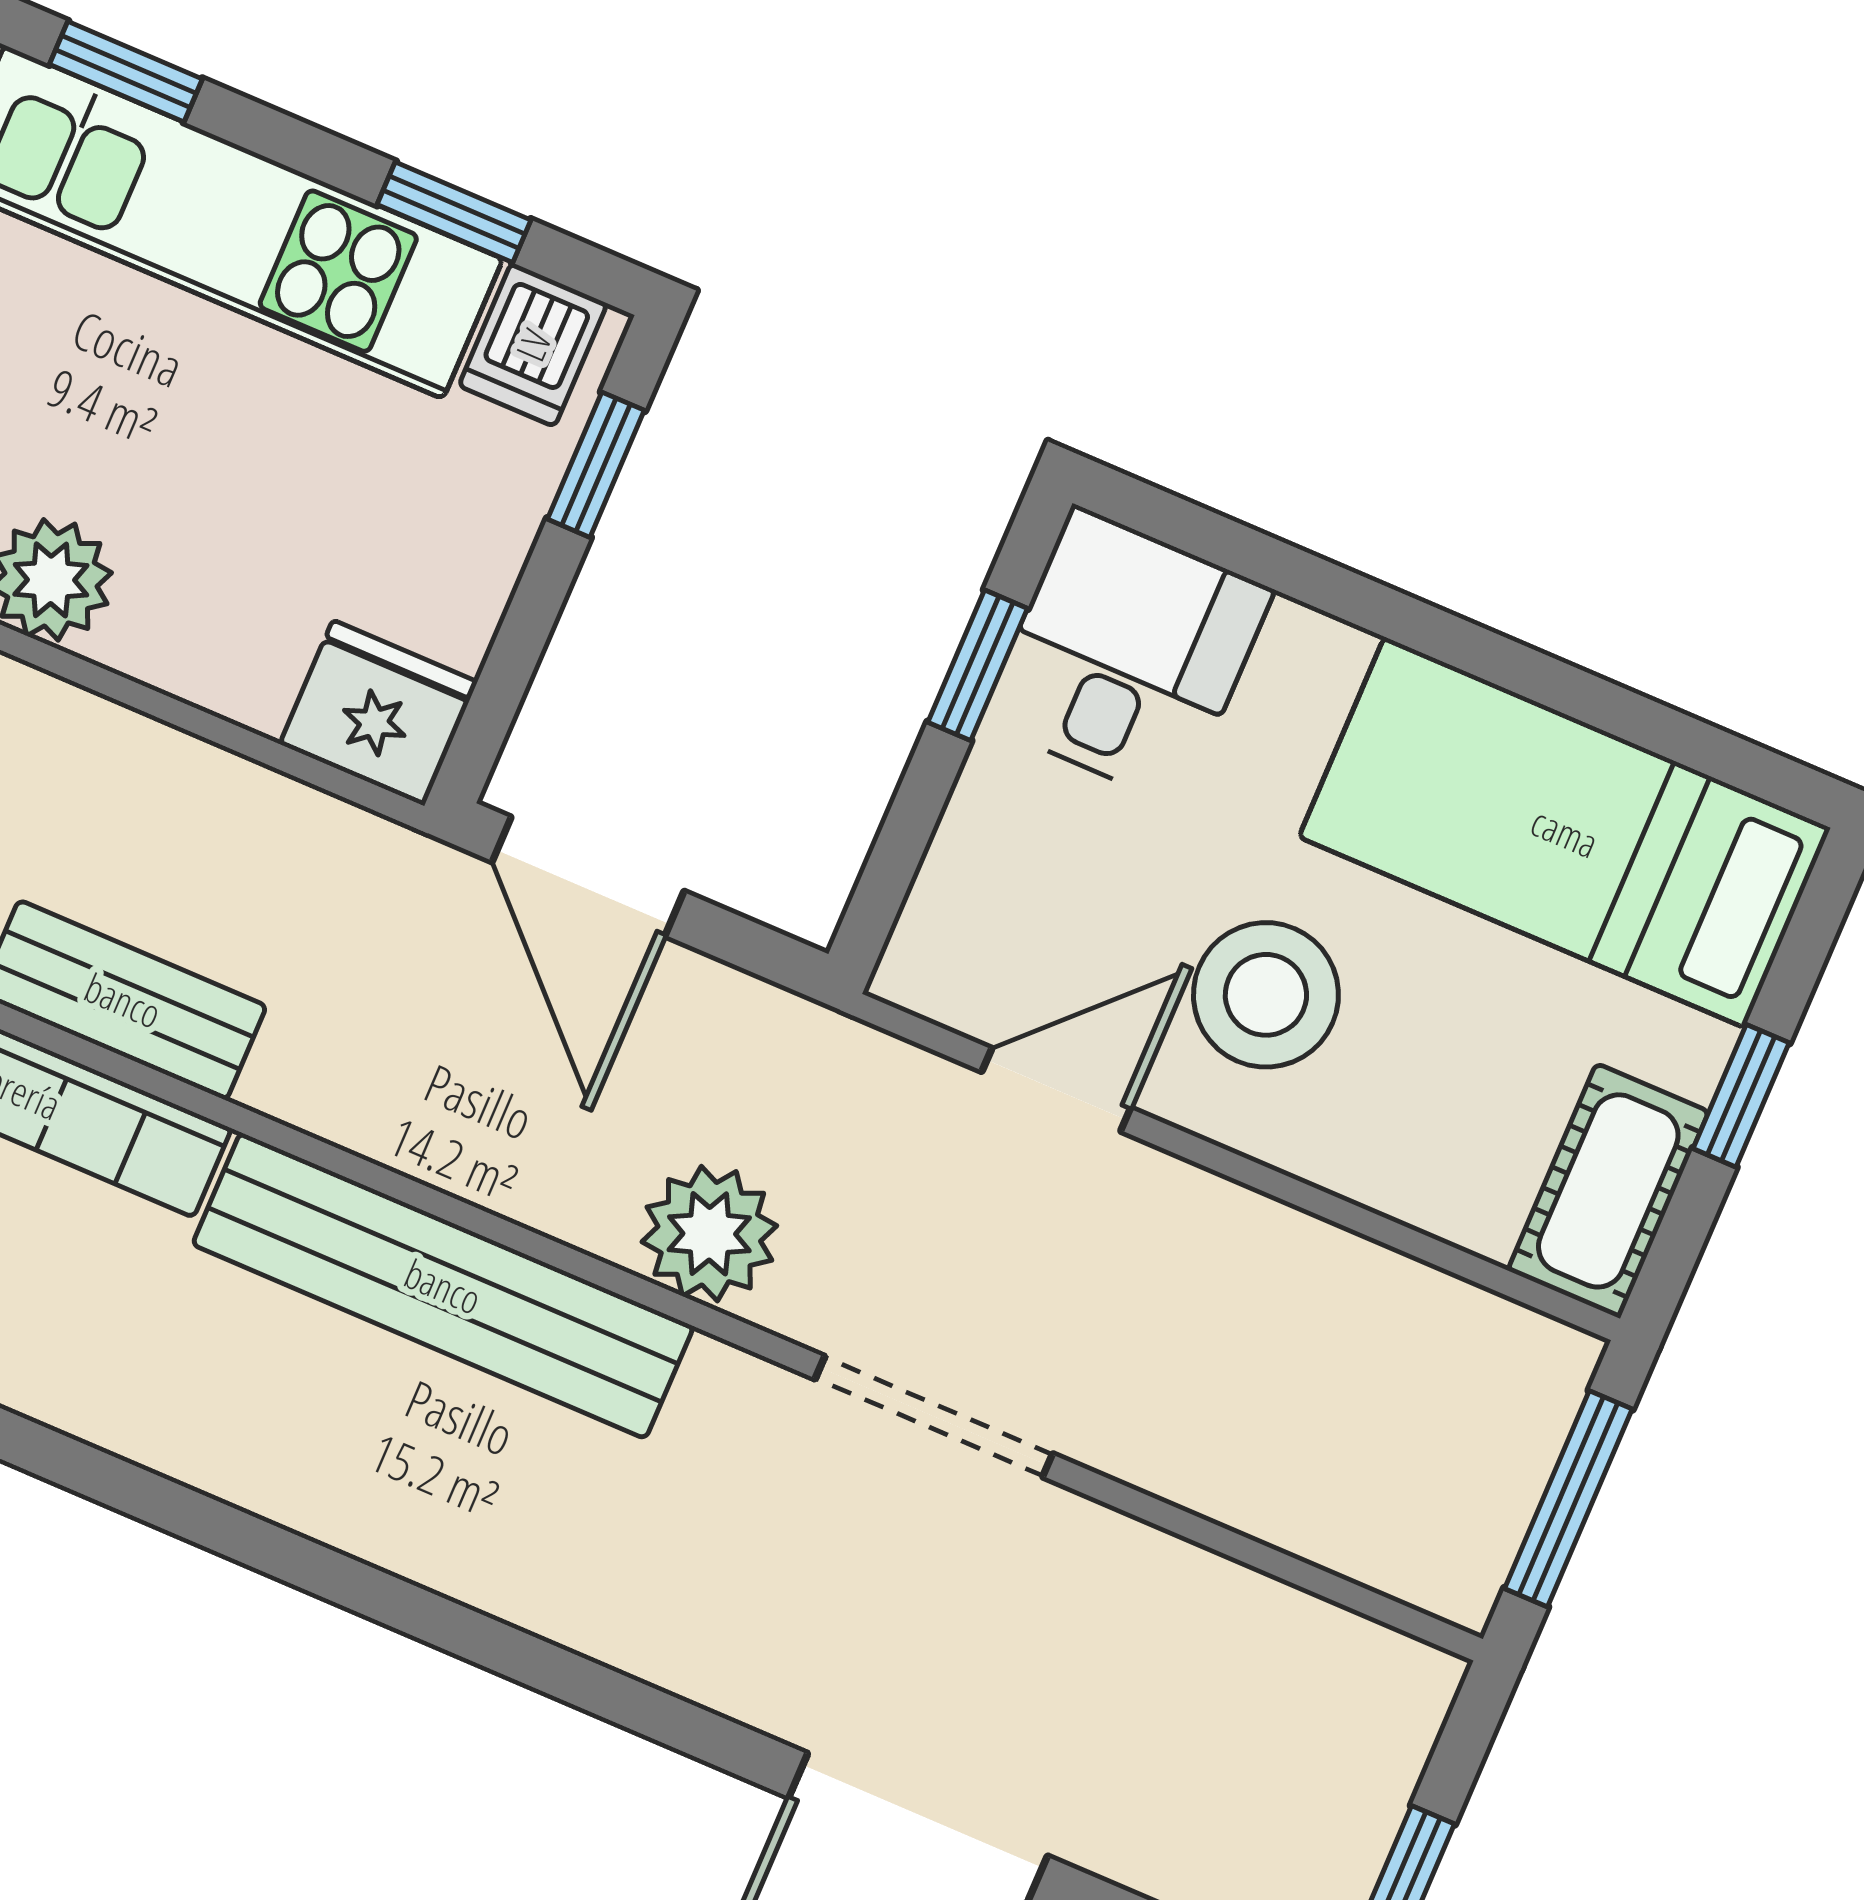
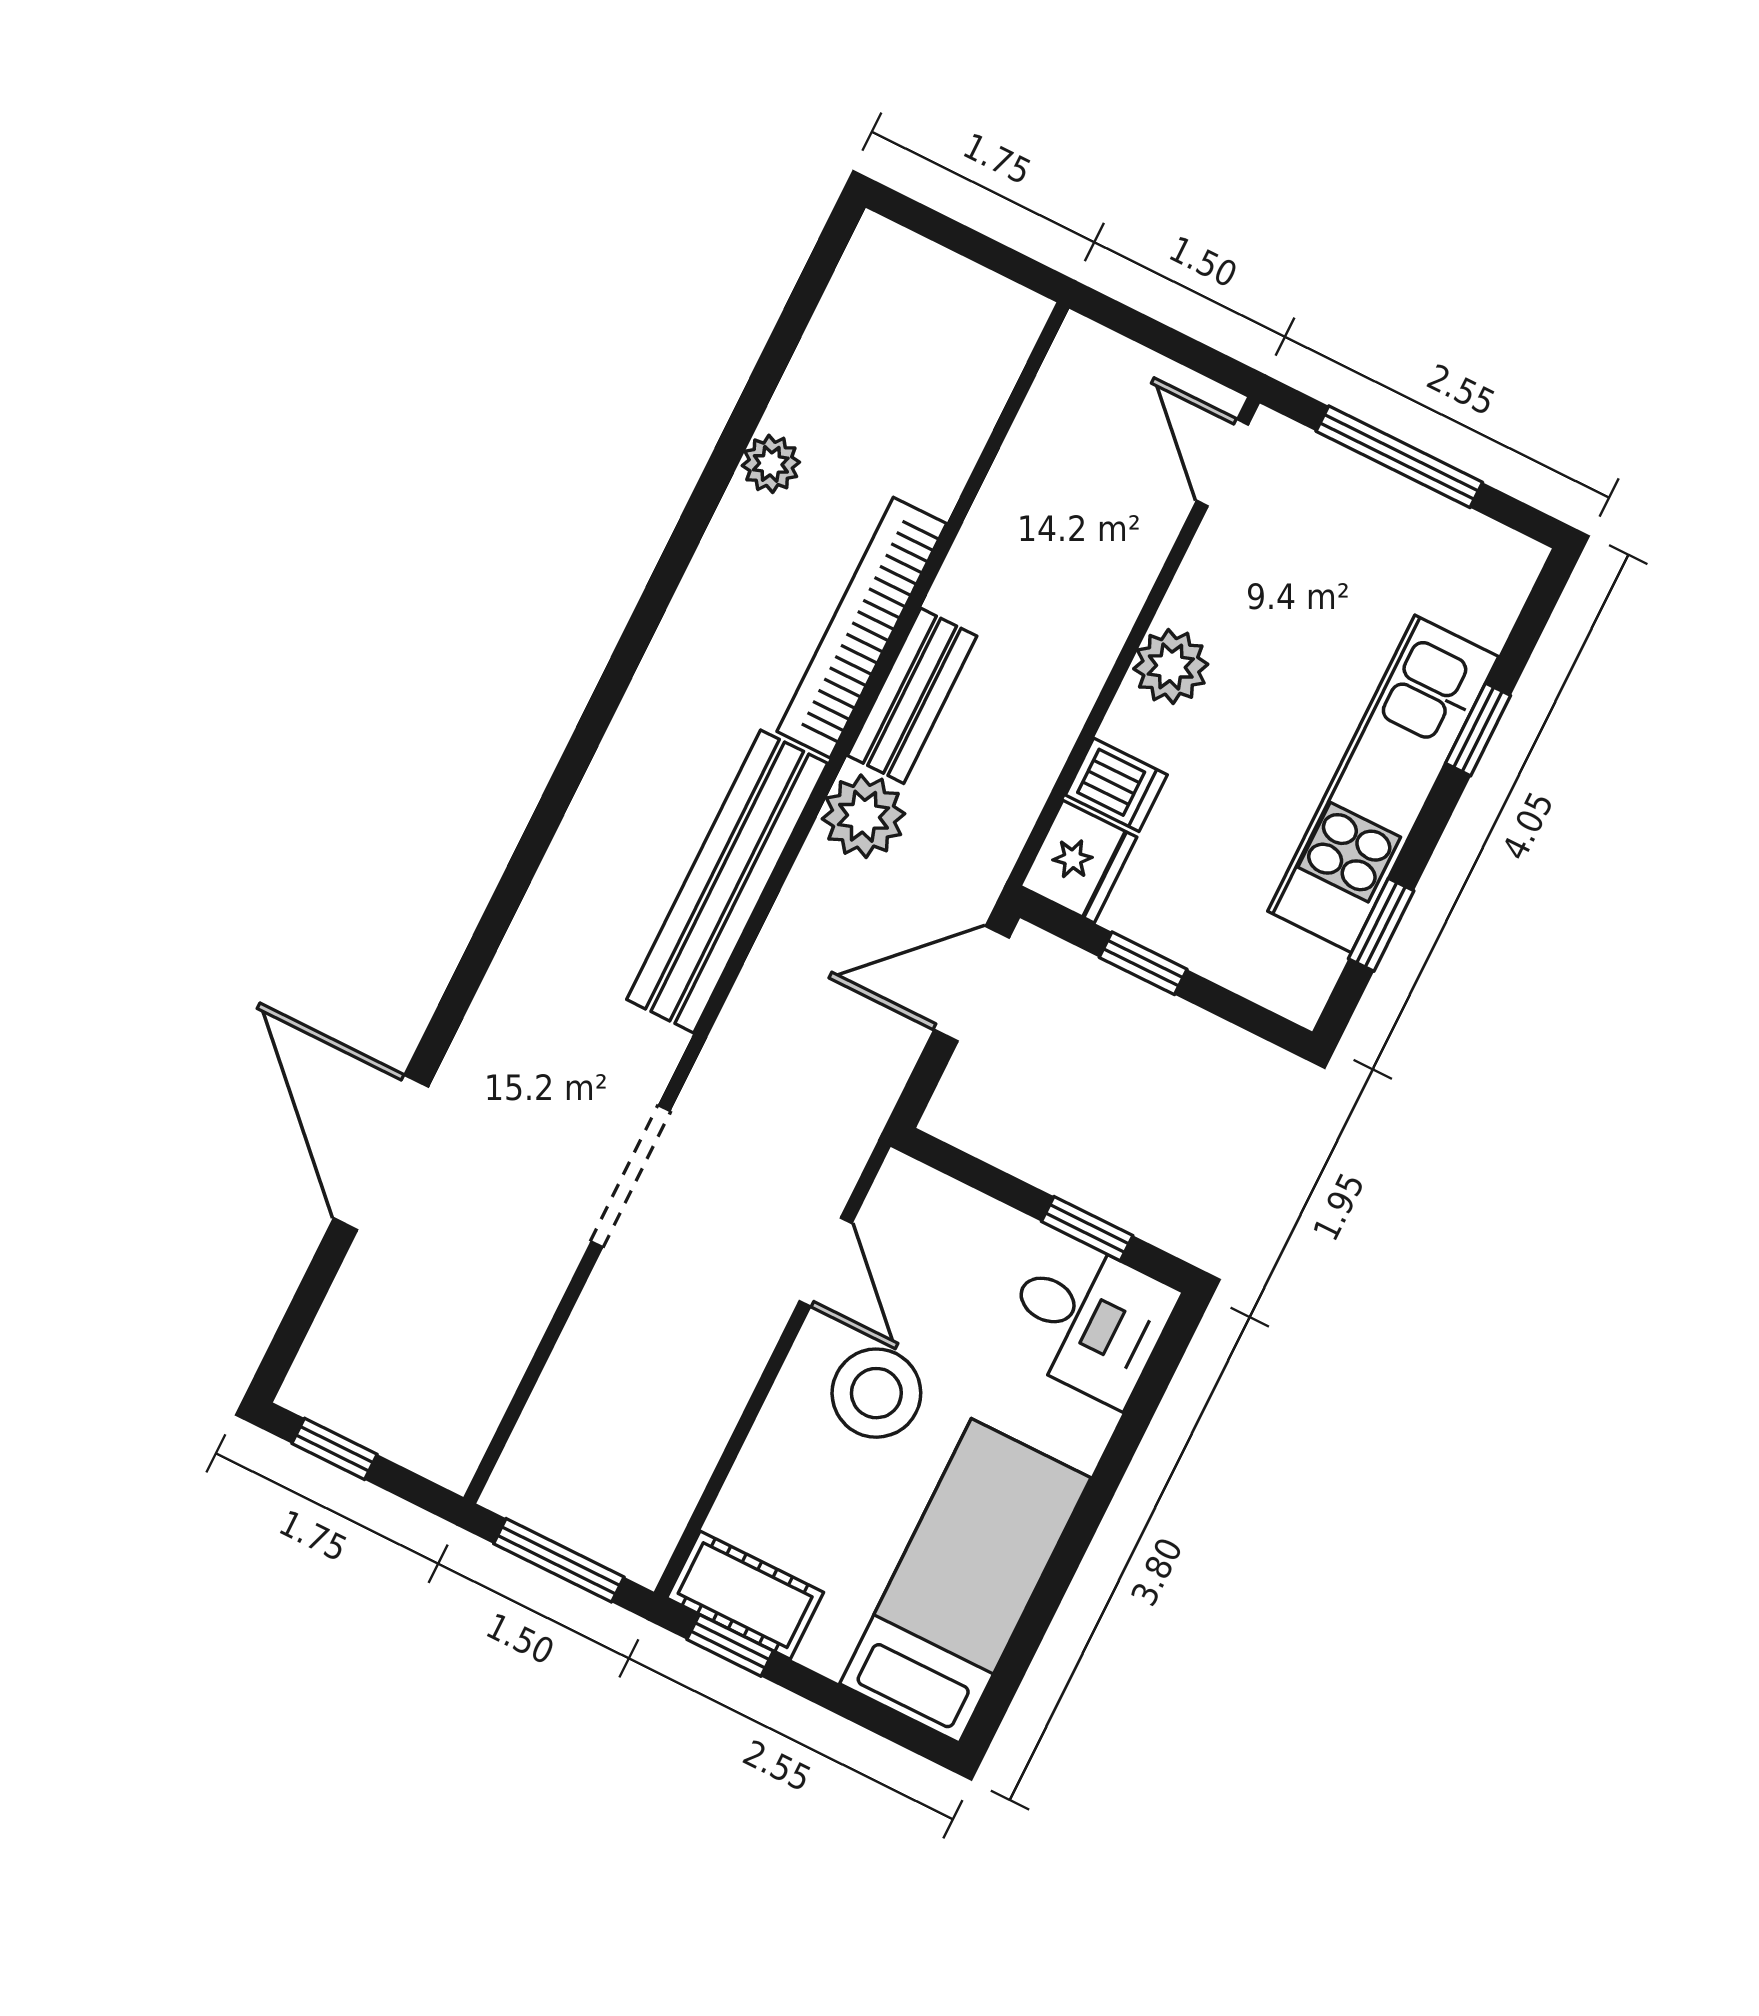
dishwasher: (533, 345) -> (1116, 785), moved, turned 180
window: (596, 465) -> (1143, 963), moved
window: (1741, 1096) -> (730, 1645), moved
plant: (709, 1234) -> (864, 816), moved

